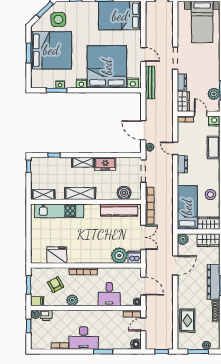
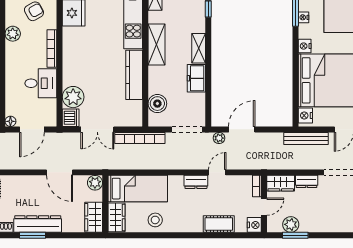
kitchen counter: (119, 210) -> (134, 75), moved
desk: (109, 294) -> (41, 83), moved, turned 180

